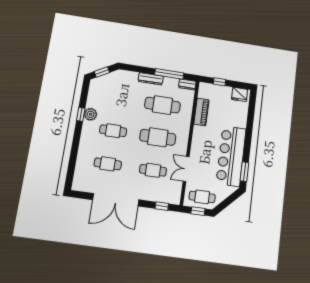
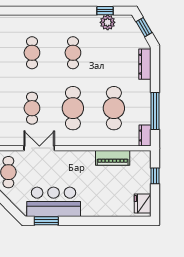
dresser: (151, 79) -> (145, 64), moved
window: (81, 114) -> (105, 11), moved
plant: (91, 114) -> (108, 22), moved
bar counter: (231, 156) -> (54, 202), width x0.73

